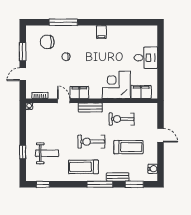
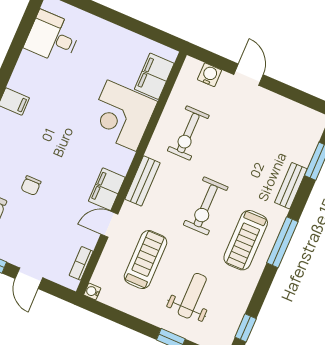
desk: (146, 58) -> (53, 37), moved, turned -90
door: (161, 135) -> (248, 75), hinge flipped
treadmill: (128, 147) -> (146, 260), moved
water cooler: (153, 169) -> (210, 75), moved
window: (100, 184) -> (282, 242), moved

